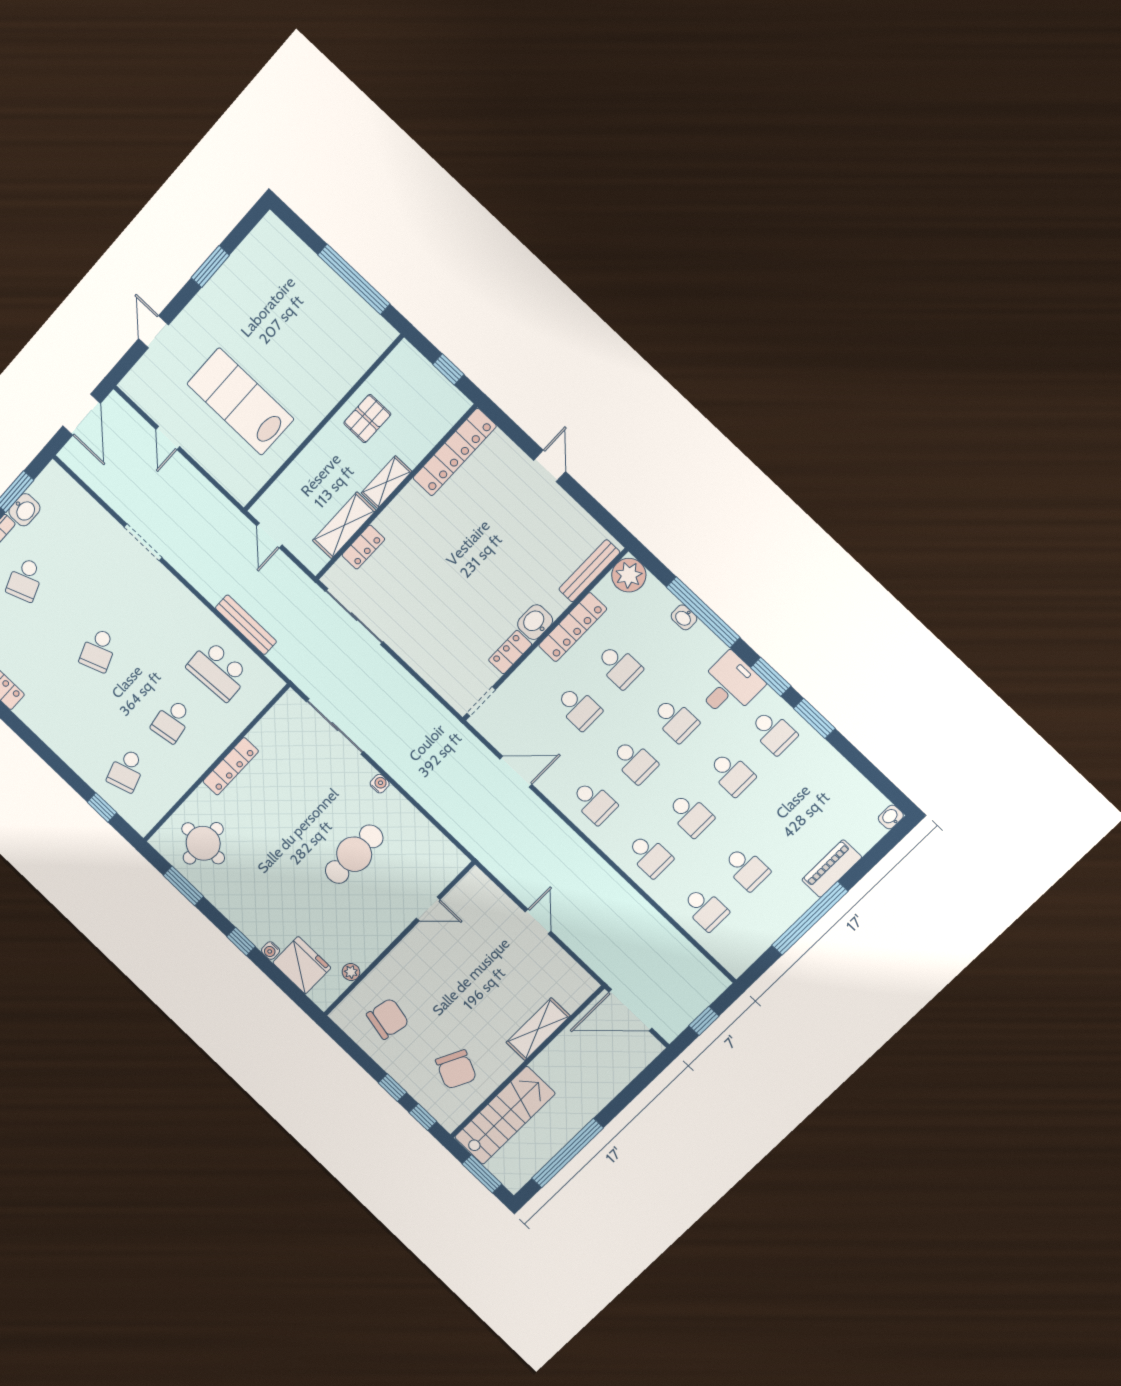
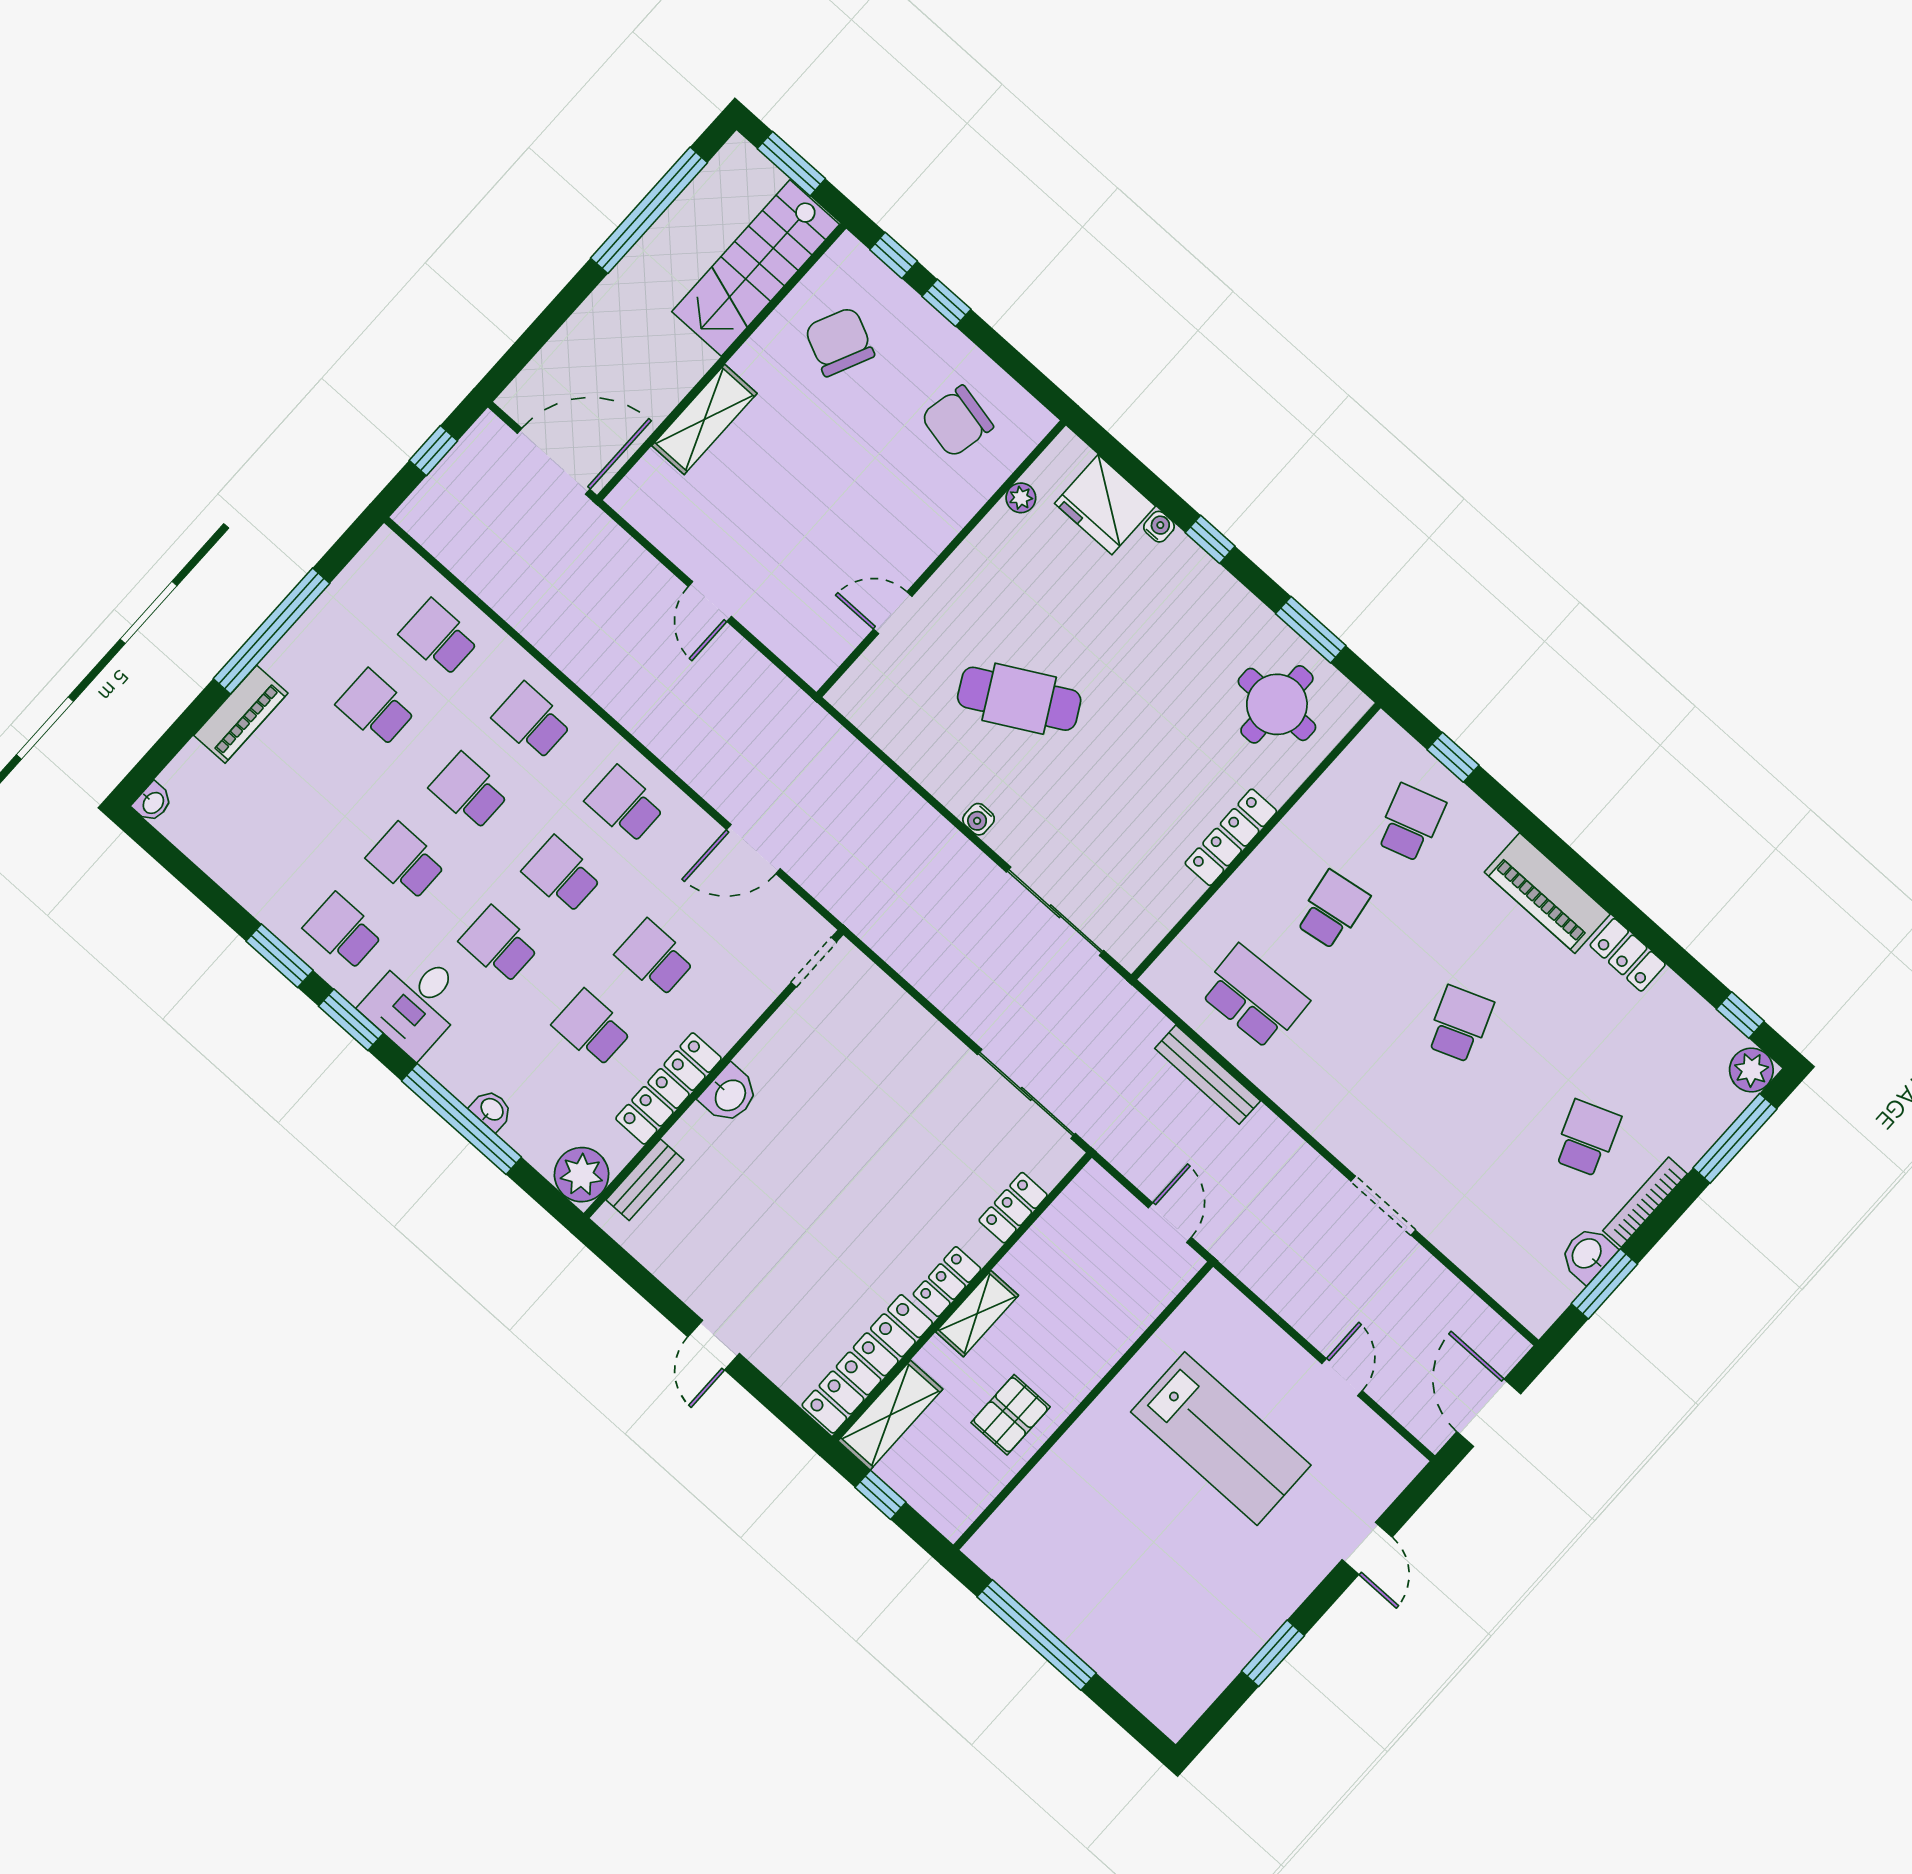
shelving: (344, 525) -> (890, 1415), moved
bench: (589, 571) -> (645, 1180), width x0.73
locker: (510, 652) -> (947, 1282), moved, turned 180
piano: (48, 726) -> (1547, 893), added
cafe table: (354, 854) -> (1019, 699), turned 61

